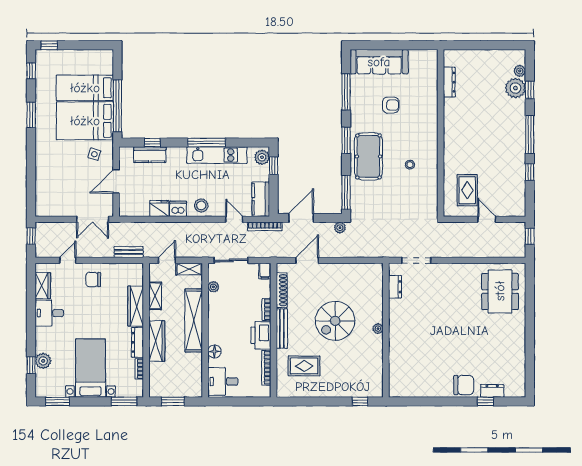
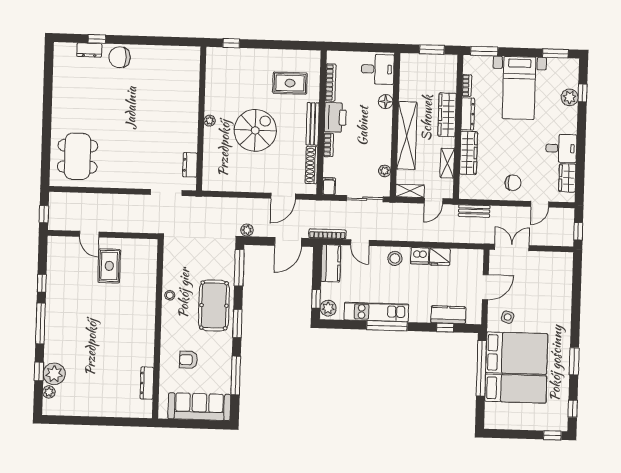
dresser: (449, 82) -> (147, 383), moved
wall: (441, 133) -> (158, 329), moved

